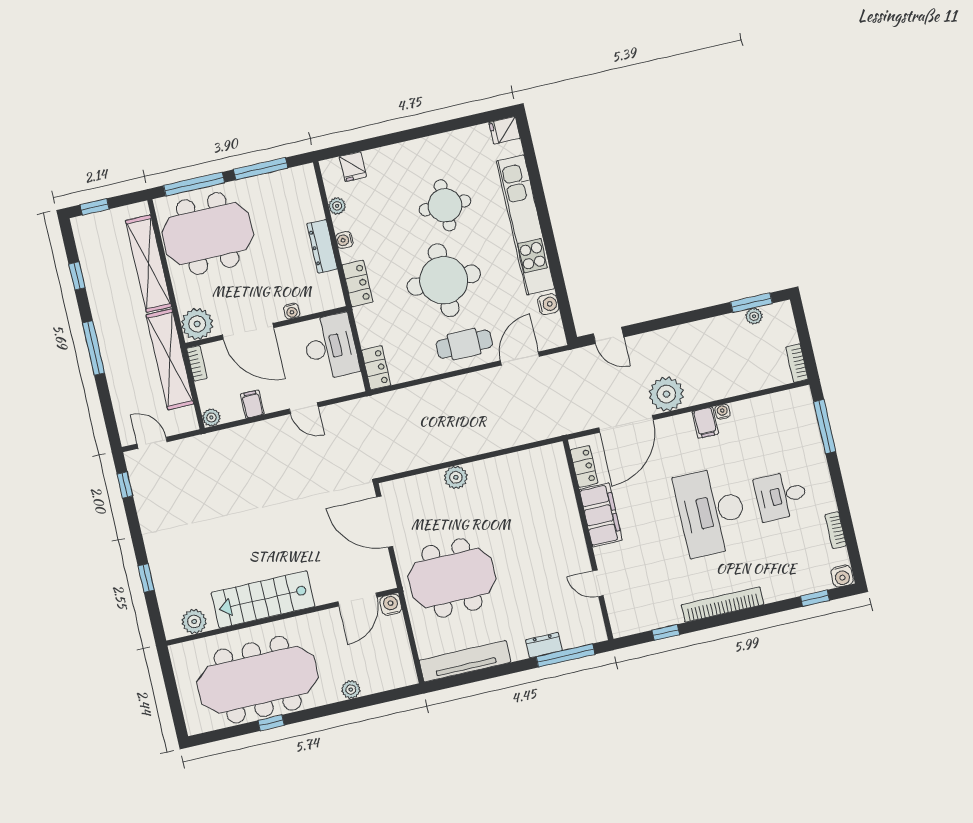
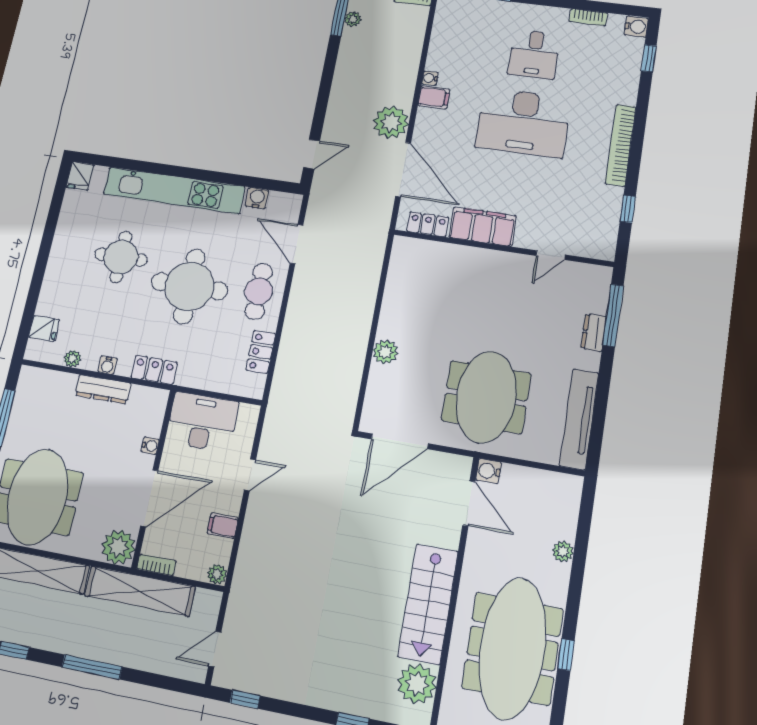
locker: (376, 368) -> (261, 352), moved, turned -90
plant: (194, 622) -> (417, 684), width x1.36, depth x1.36

